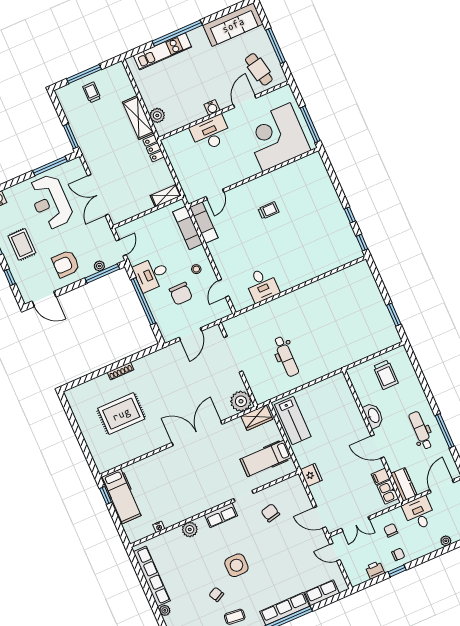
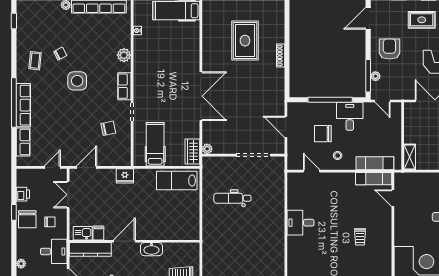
desk: (262, 285) -> (300, 223), moved
plant: (241, 401) -> (207, 149), width x0.53, depth x0.53
kitchen counter: (404, 484) -> (90, 249), width x1.50
chair: (398, 554) -> (27, 219), width x1.87, depth x1.87

